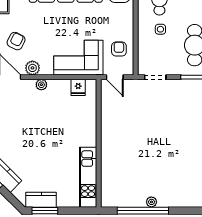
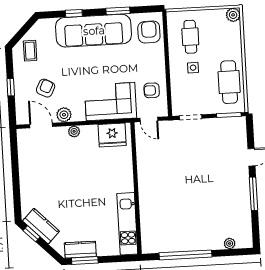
armchair: (119, 49) -> (152, 90), turned -90
fridge: (78, 87) -> (112, 135), width x1.88, depth x1.34
plant: (151, 202) -> (230, 244), moved

